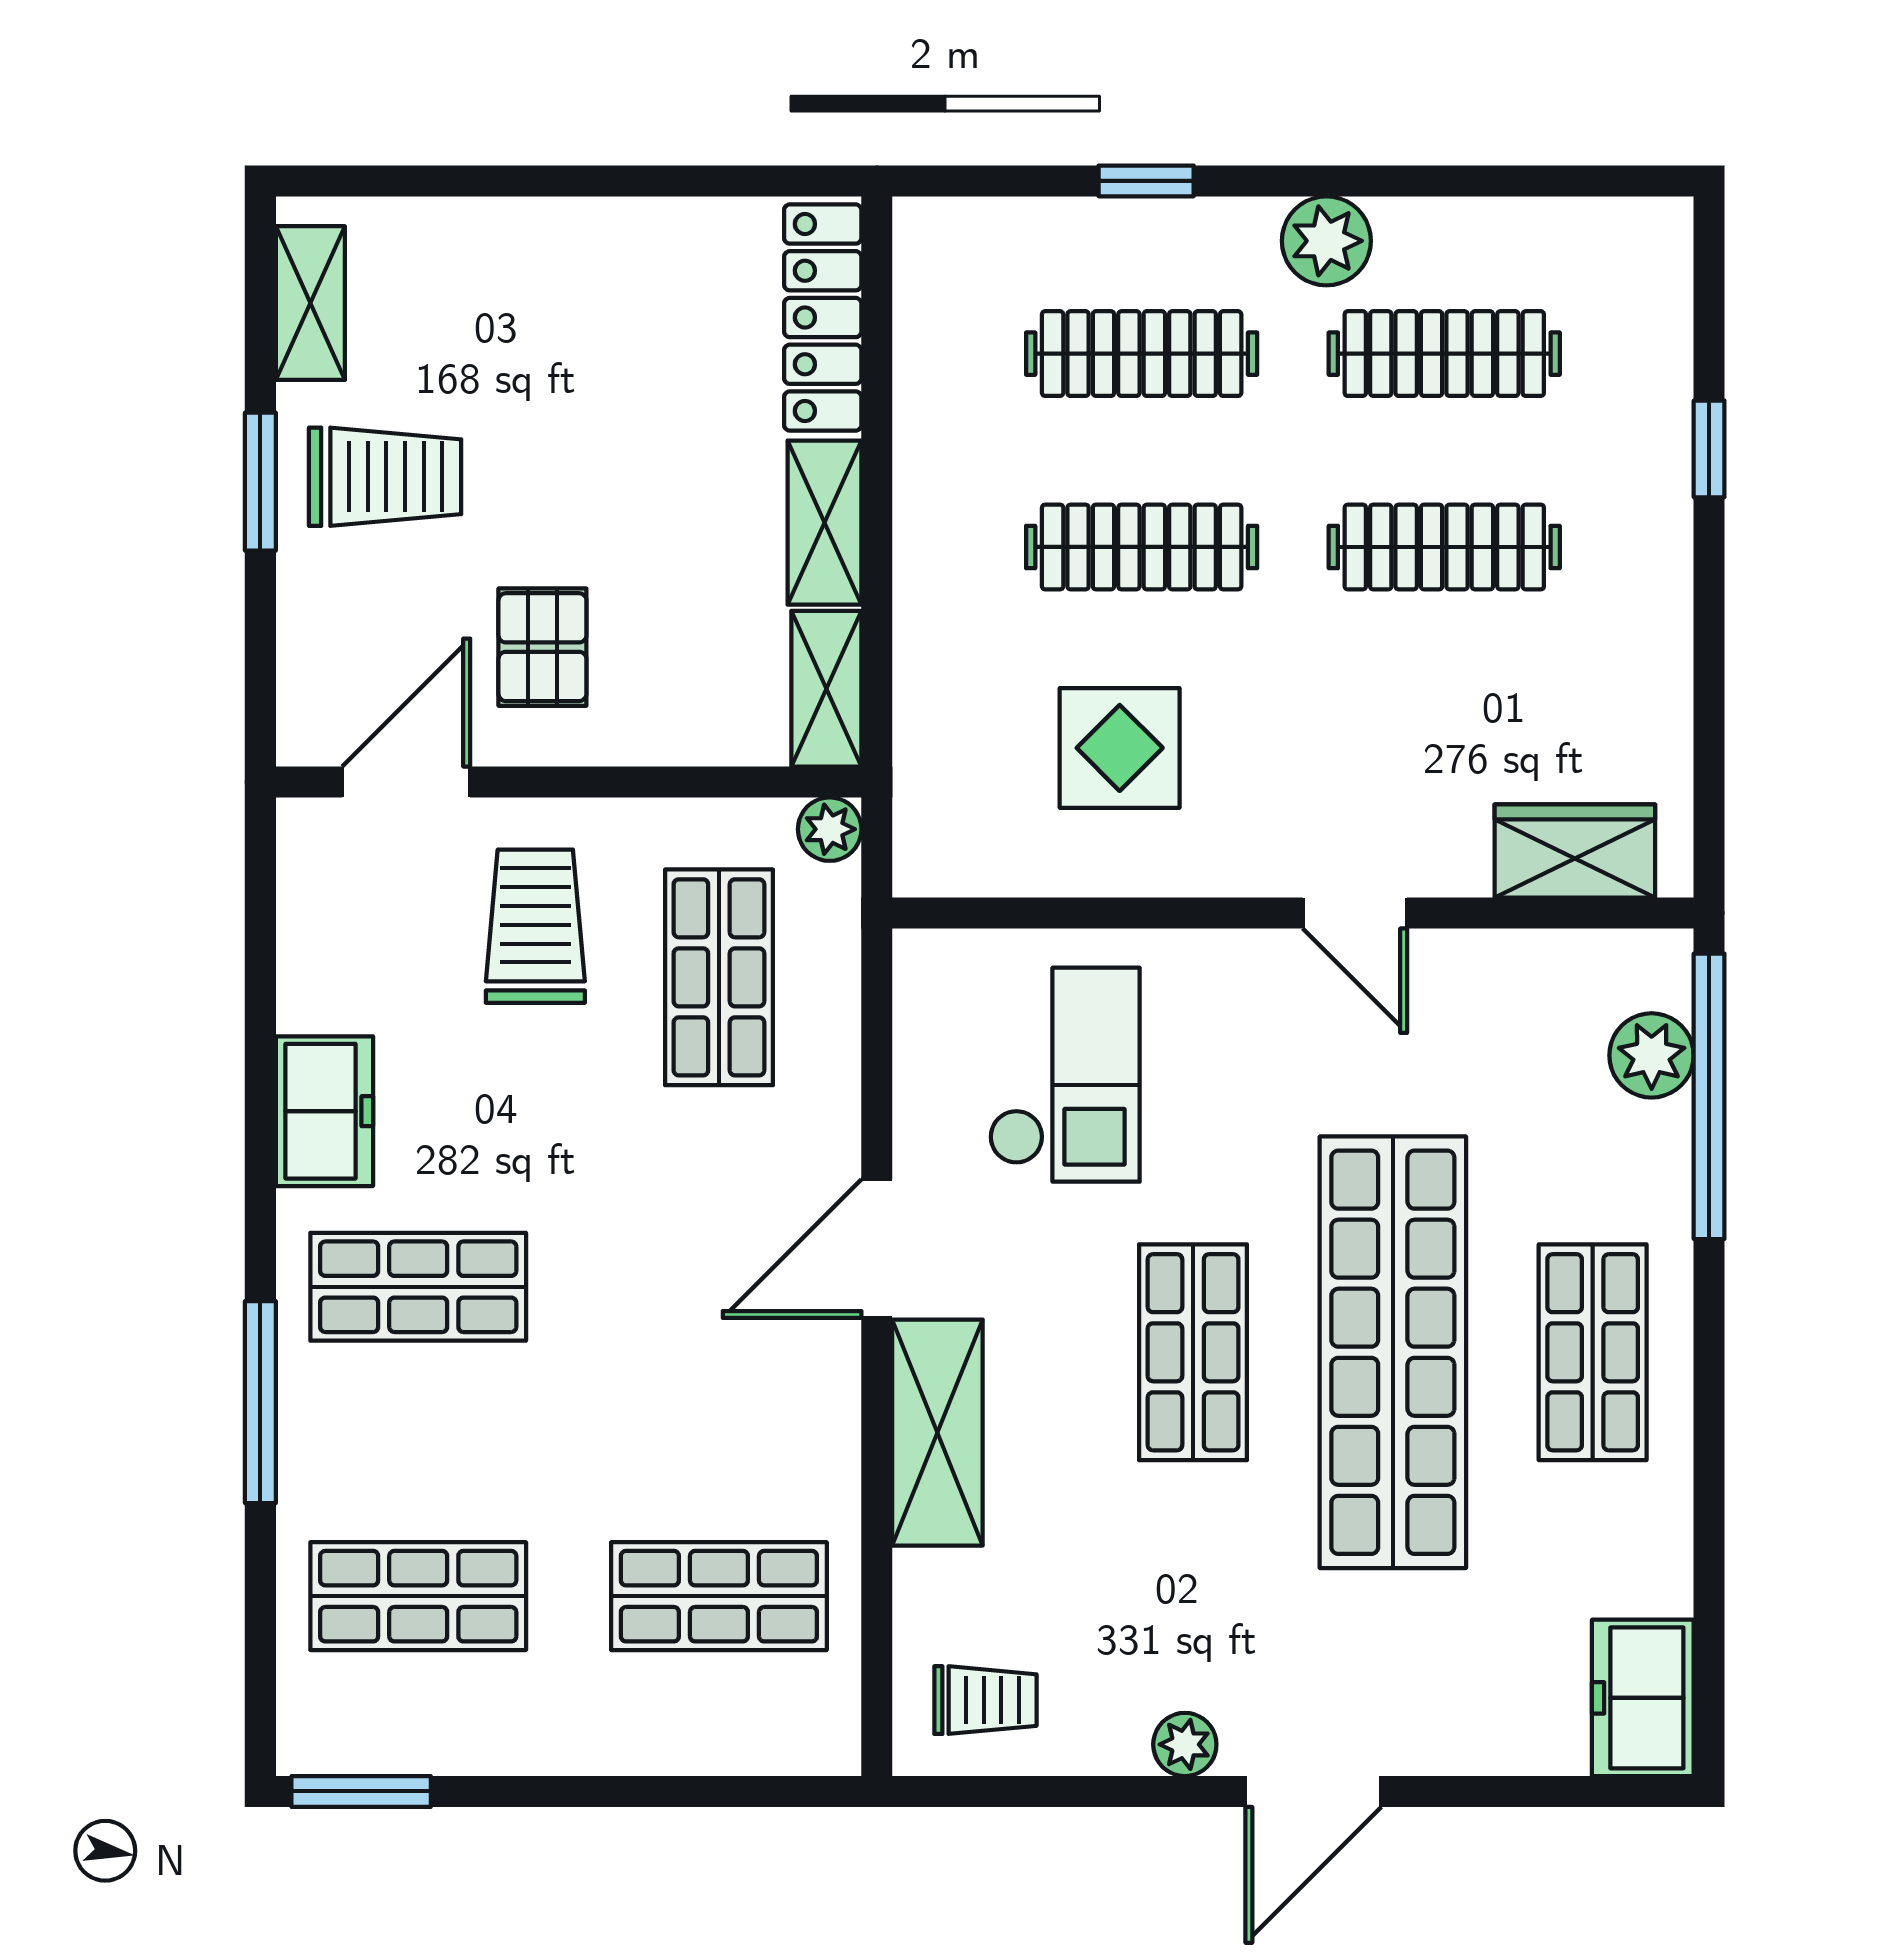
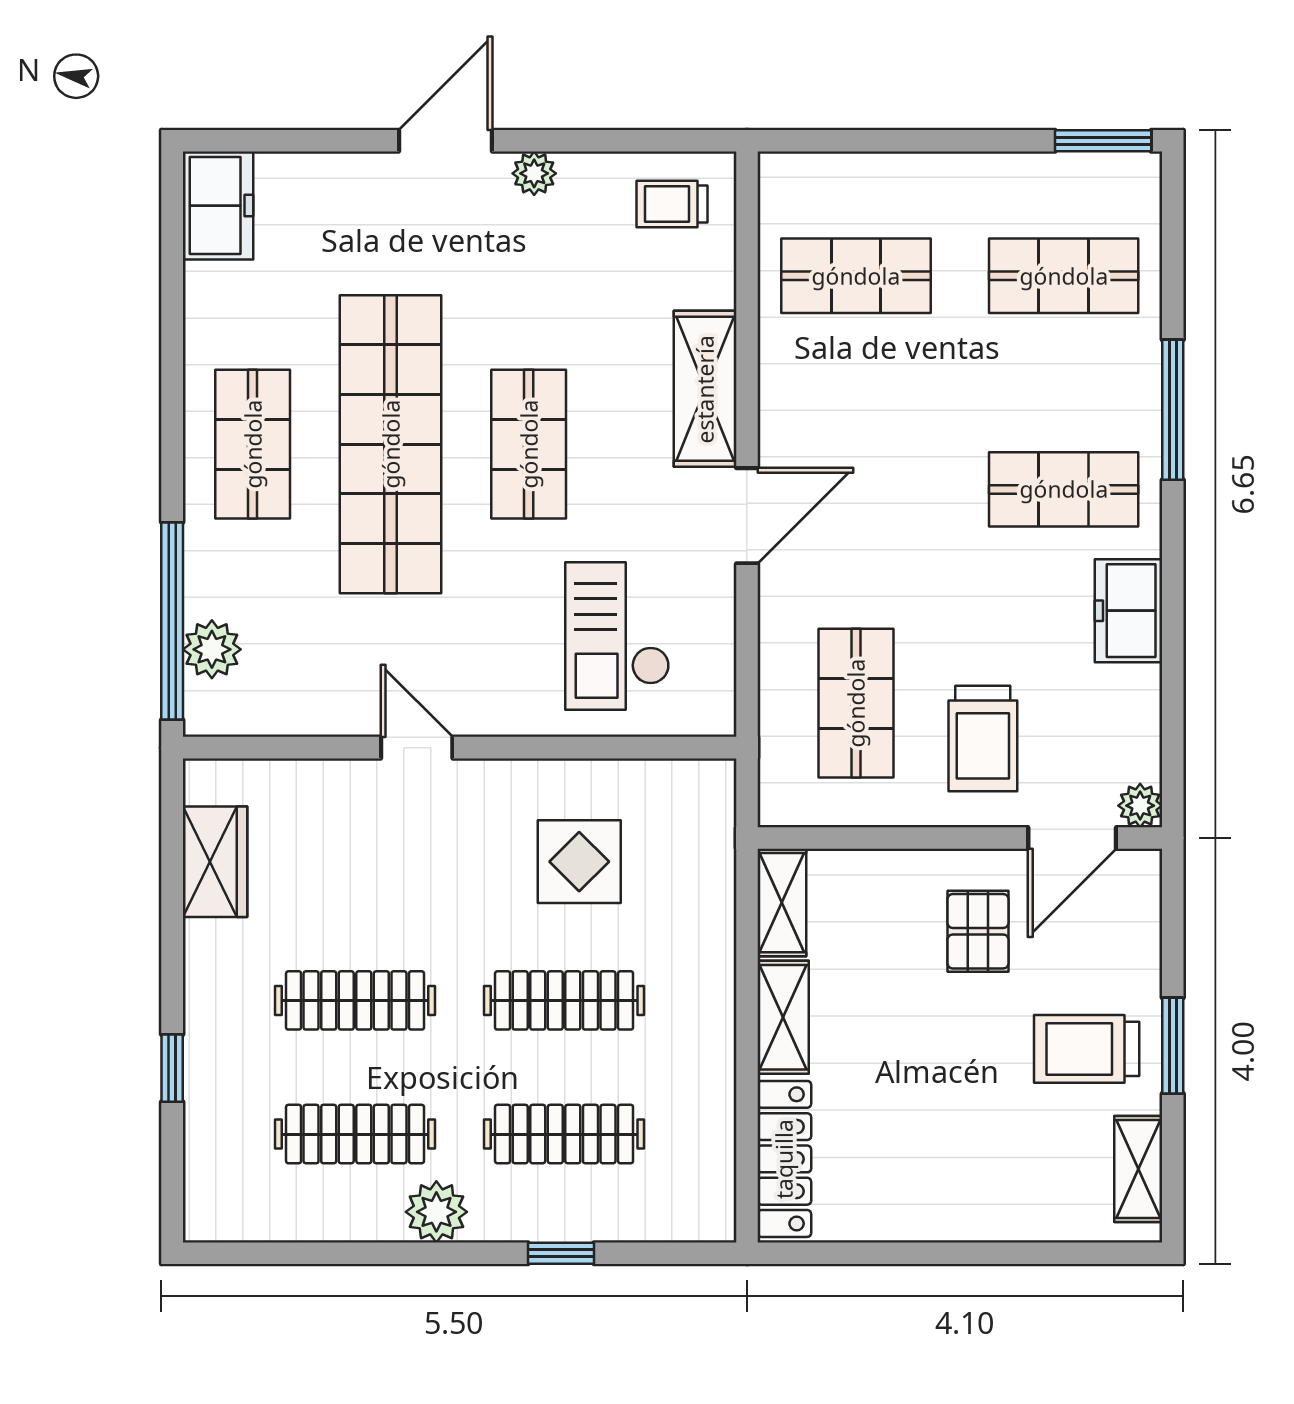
plant: (830, 829) -> (1140, 806), moved
wardrobe: (1575, 851) -> (215, 862), moved, turned -90

